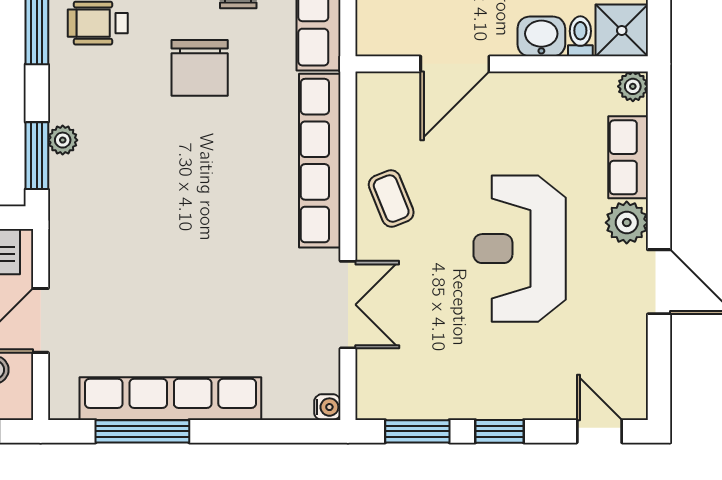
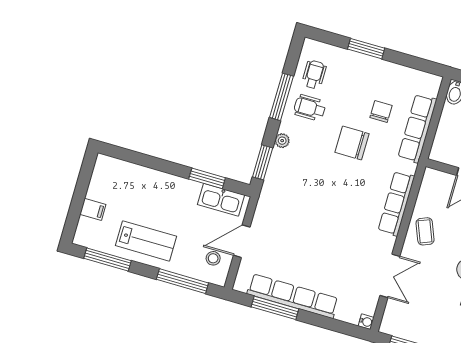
chair: (200, 68) -> (352, 143), turned 90
plant: (63, 140) -> (282, 141), moved
row of seats: (320, 161) -> (396, 204), width x0.73

